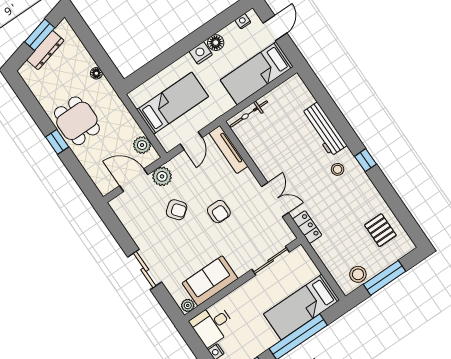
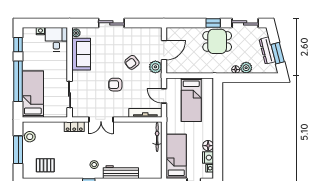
nightstand: (201, 53) -> (208, 158), moved
sliding door: (30, 102) -> (245, 23), added
plant: (142, 145) -> (246, 68), moved

